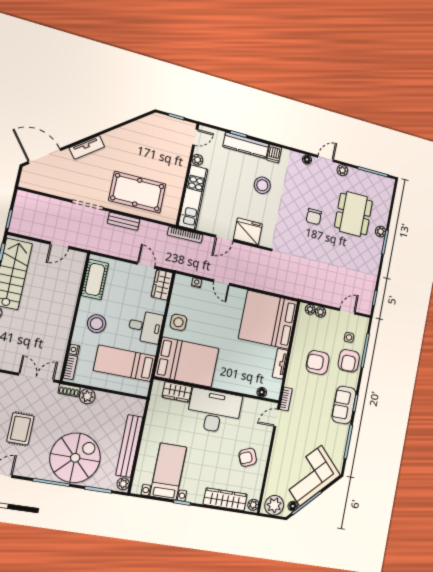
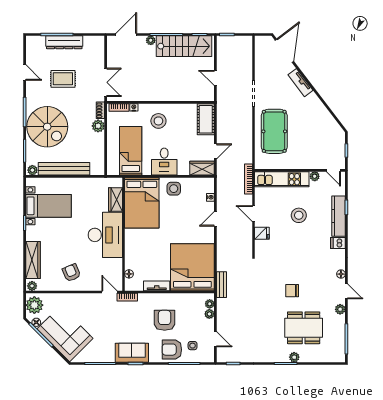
stool: (262, 185) -> (299, 215), moved
bench: (124, 221) -> (221, 285), moved
fridge: (248, 231) -> (262, 233), width x0.53, depth x0.75
cot: (95, 279) -> (206, 119), moved, turned 90

